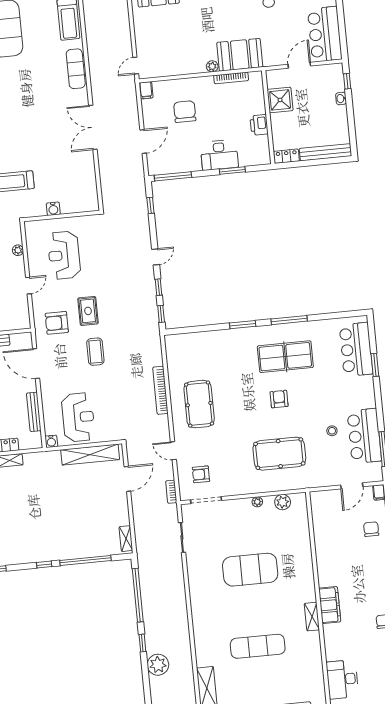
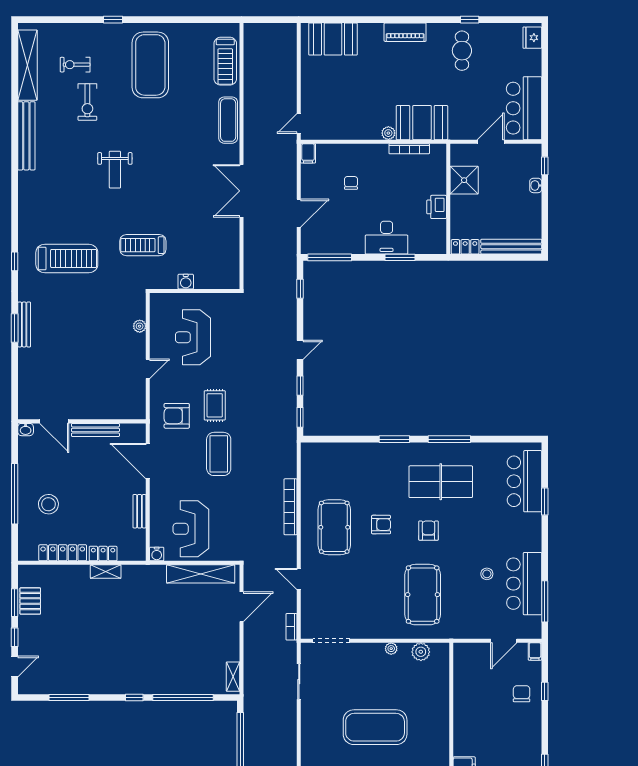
chair: (185, 112) -> (351, 183), width x0.54, depth x0.54
coffee table: (95, 352) -> (219, 454), width x1.36, depth x1.32
bench: (34, 412) -> (140, 511), width x0.73
reception desk: (78, 417) -> (191, 529), turned 180
pool table: (279, 454) -> (423, 595), turned 90
armchair: (201, 474) -> (381, 525), moved, turned 180

